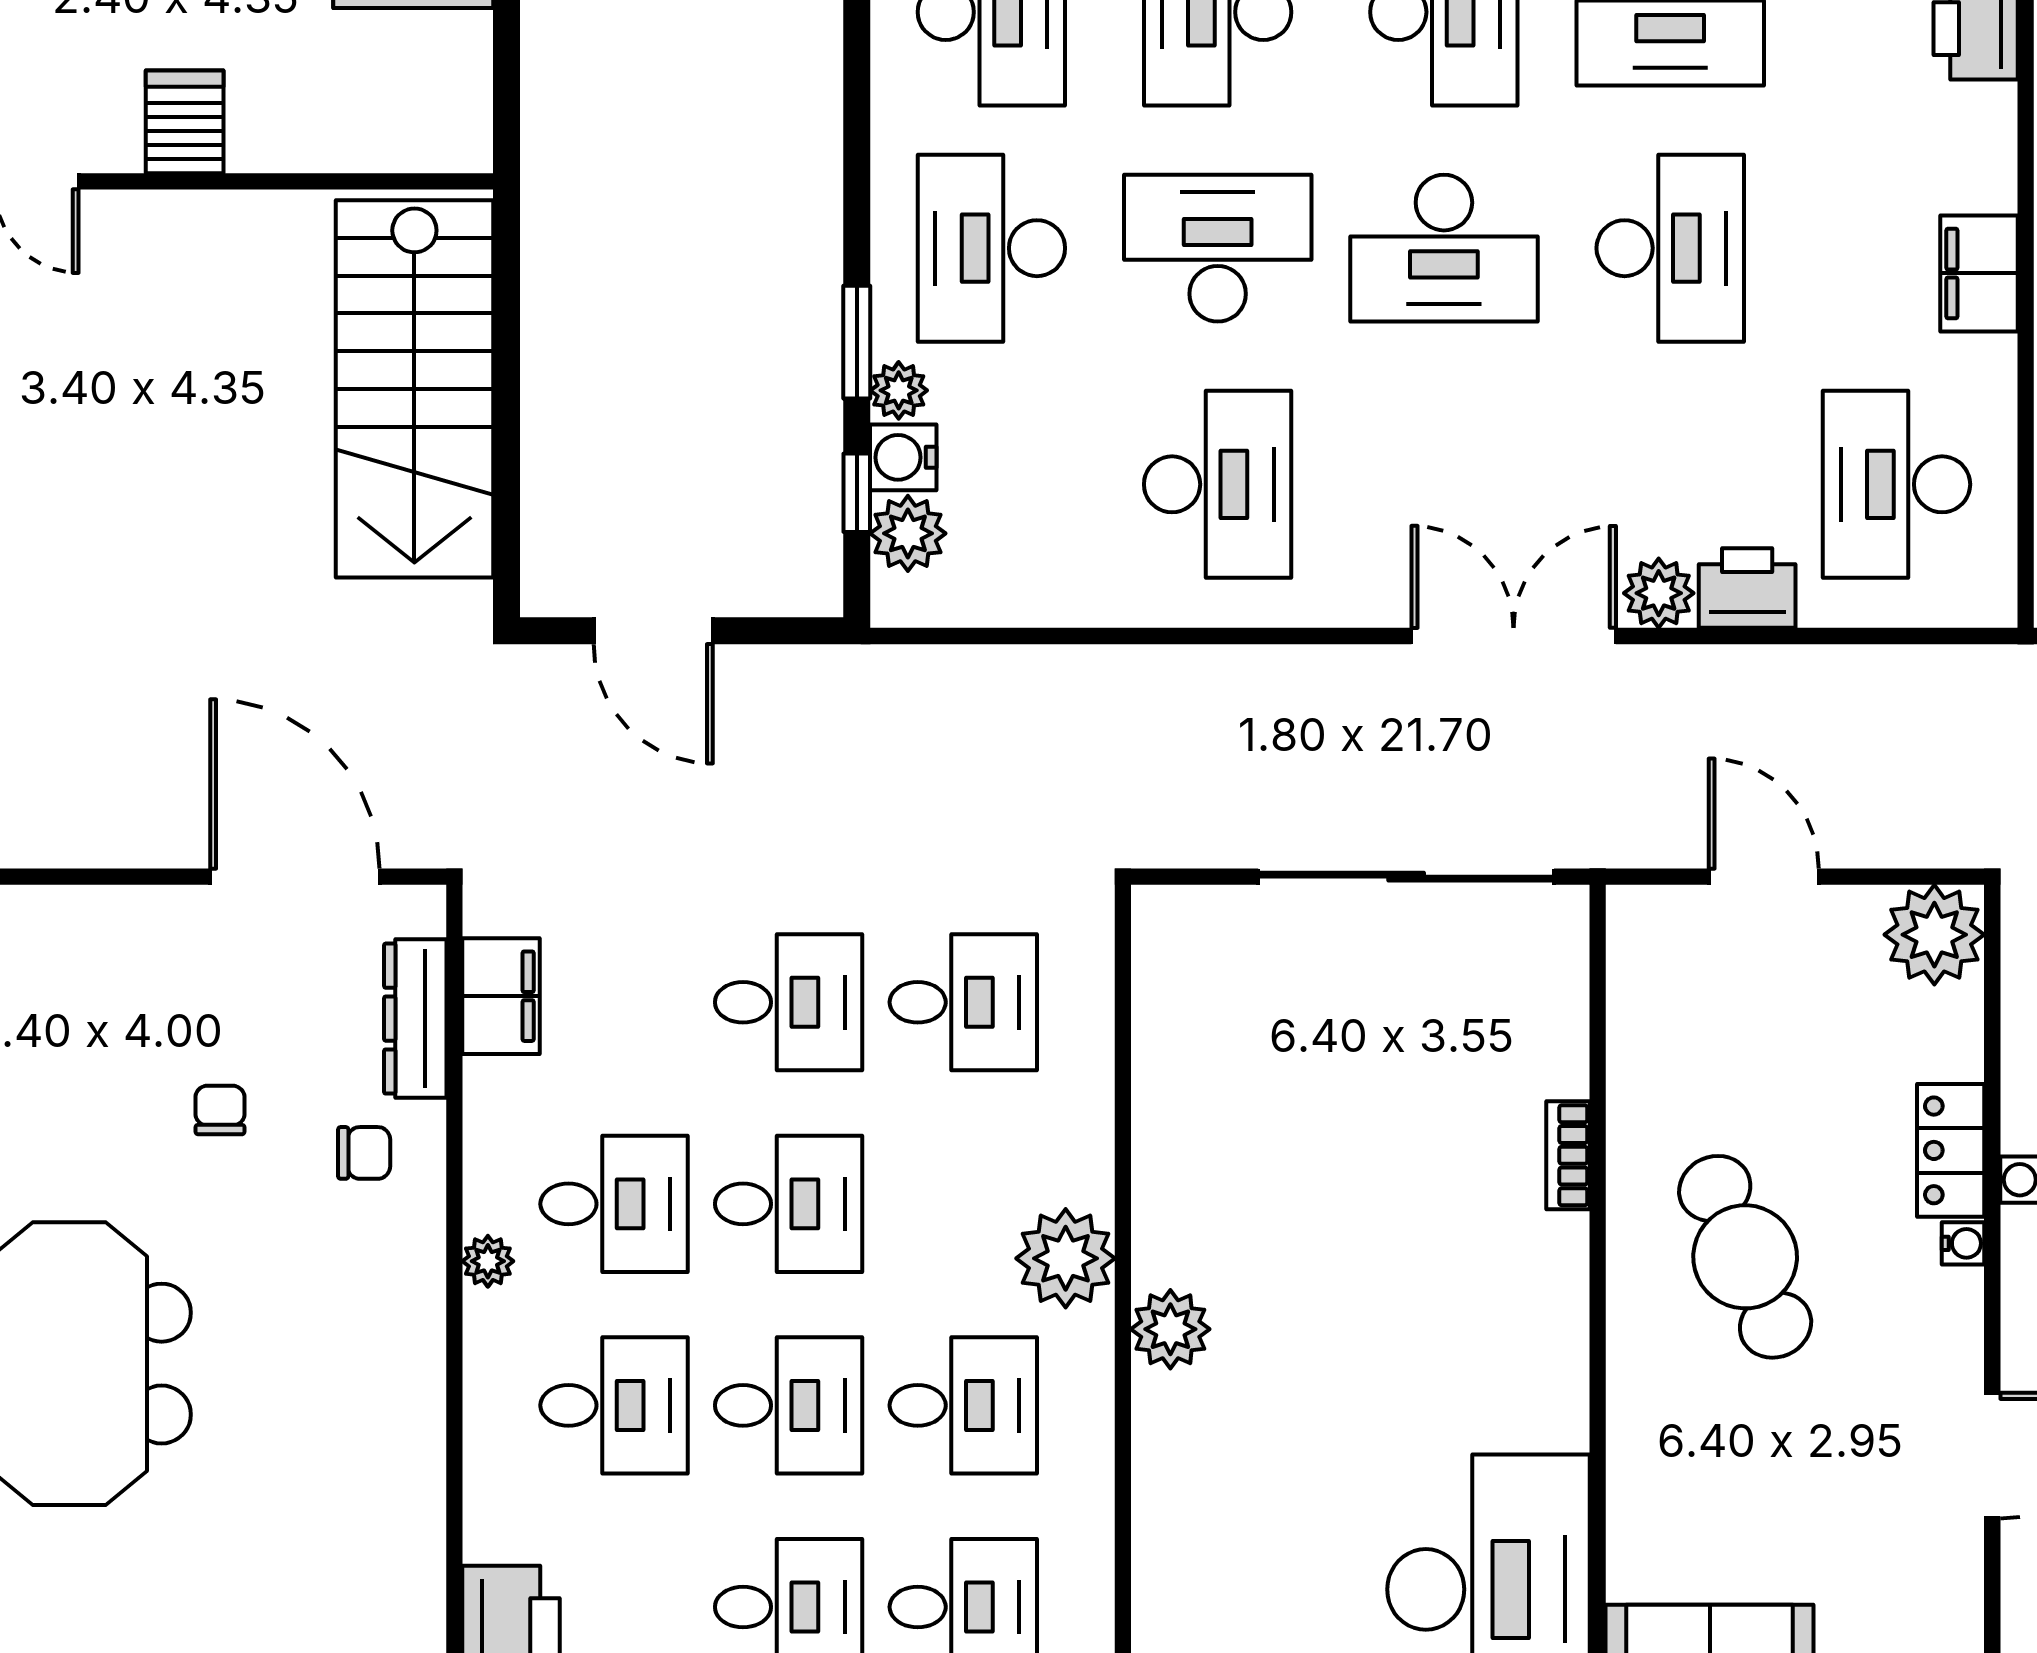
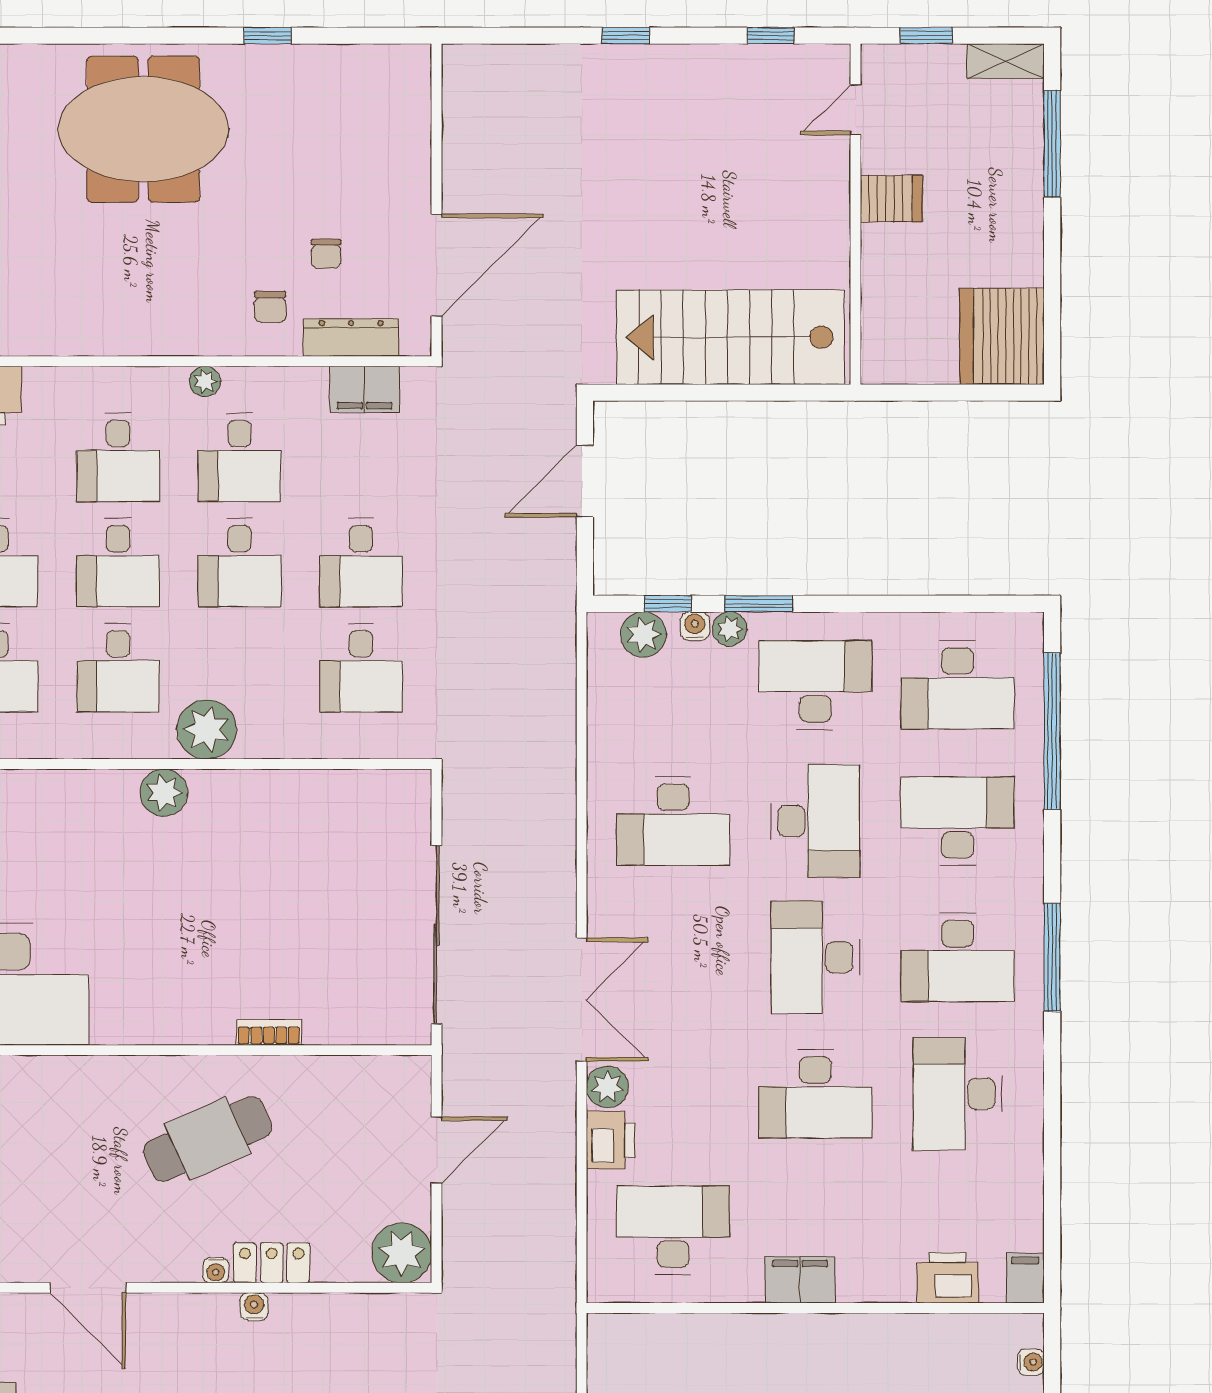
water cooler: (903, 457) -> (695, 626), width x0.72, depth x0.72
chair: (220, 1110) -> (326, 254), moved, turned 90

